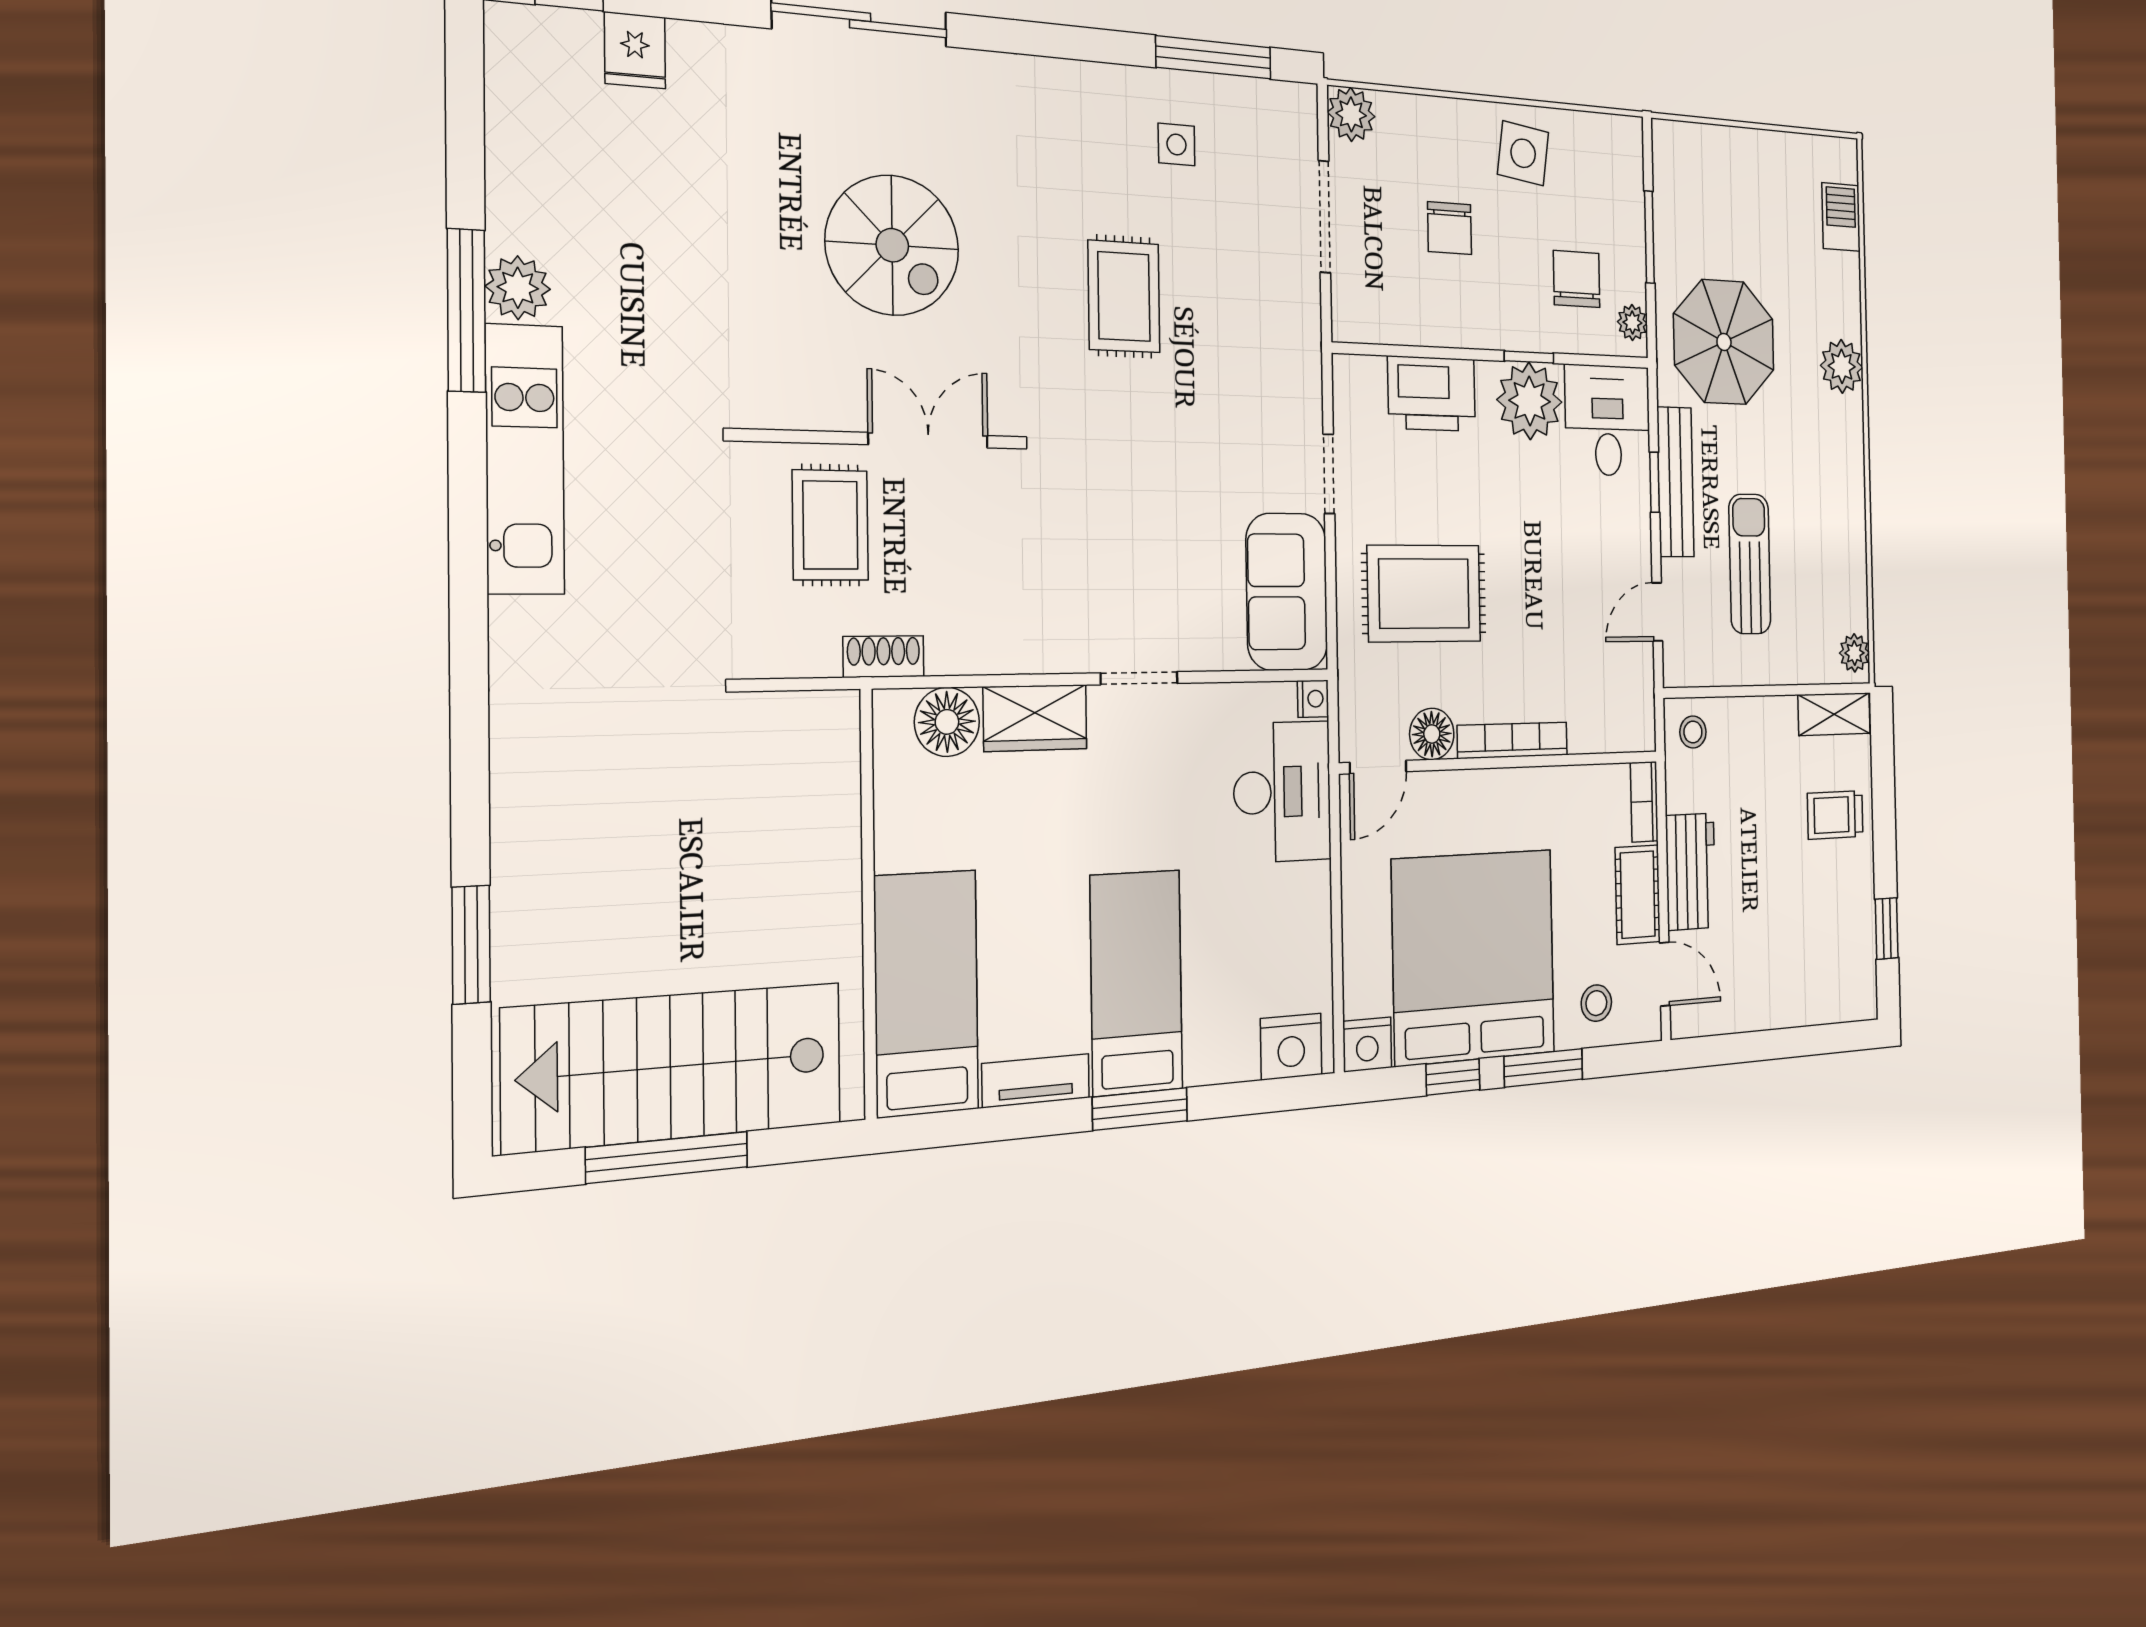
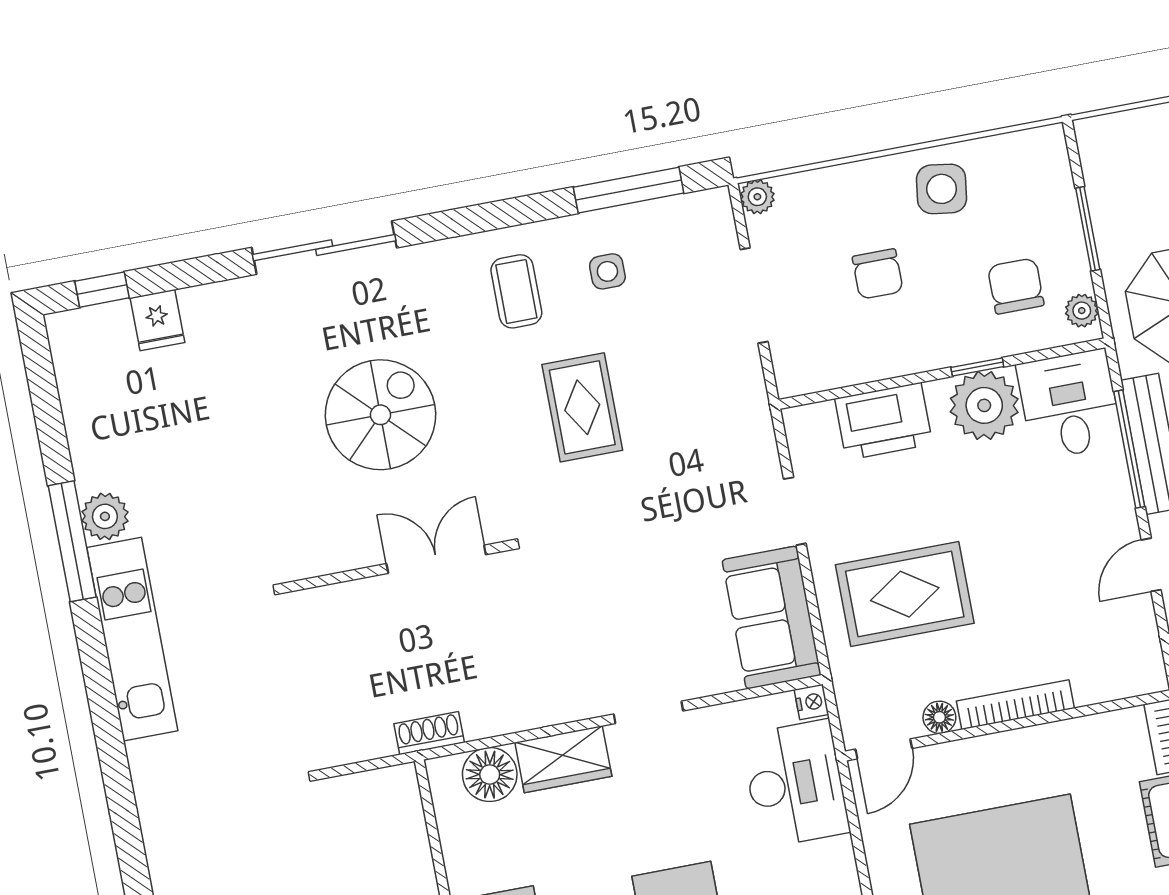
plant: (1351, 114) -> (757, 197), width x0.73, depth x0.73
coffee table: (1073, 139) -> (516, 291), added
spiral stairs: (892, 245) -> (380, 415), turned -90
window: (1654, 482) -> (1129, 449), width x2.17
rug: (830, 525) -> (369, 641), removed
floor lamp: (1432, 734) -> (939, 717), width x0.73, depth x0.73

